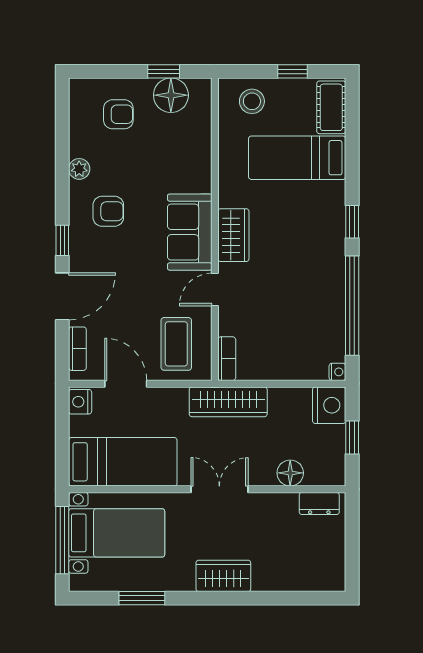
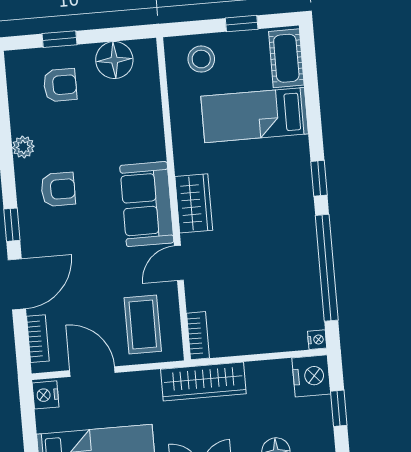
window: (164, 71) -> (59, 39), moved

